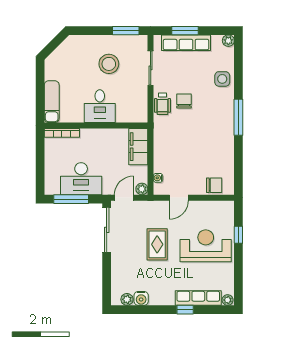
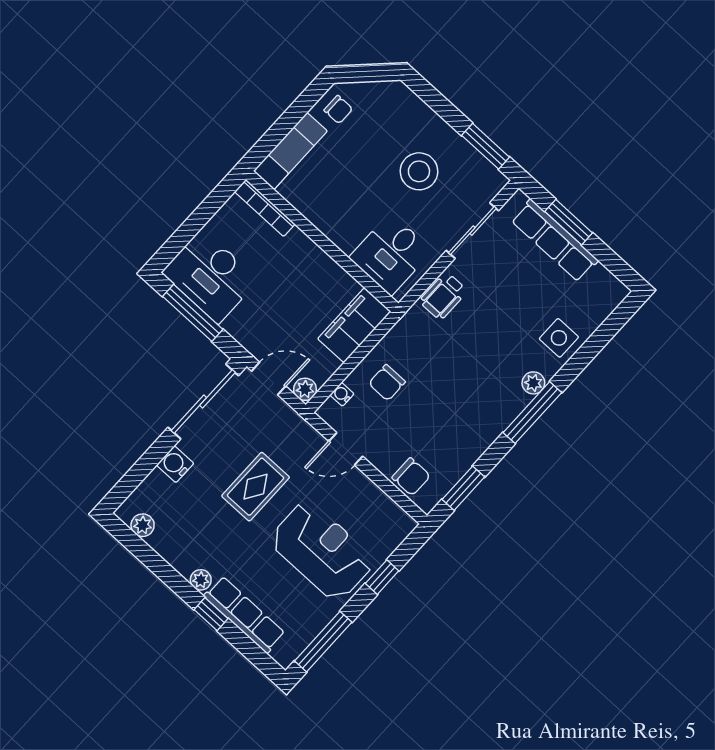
plant: (228, 41) -> (533, 383), moved
chair: (56, 69) -> (338, 110), added
chair: (184, 101) -> (387, 383), moved, turned 180
desk: (100, 106) -> (391, 254), moved
window: (238, 171) -> (463, 488), added
desk: (81, 179) -> (210, 276), moved
window: (238, 281) -> (323, 642), added
water cooler: (141, 298) -> (175, 464), moved, turned 90
plant: (228, 300) -> (201, 580), moved

